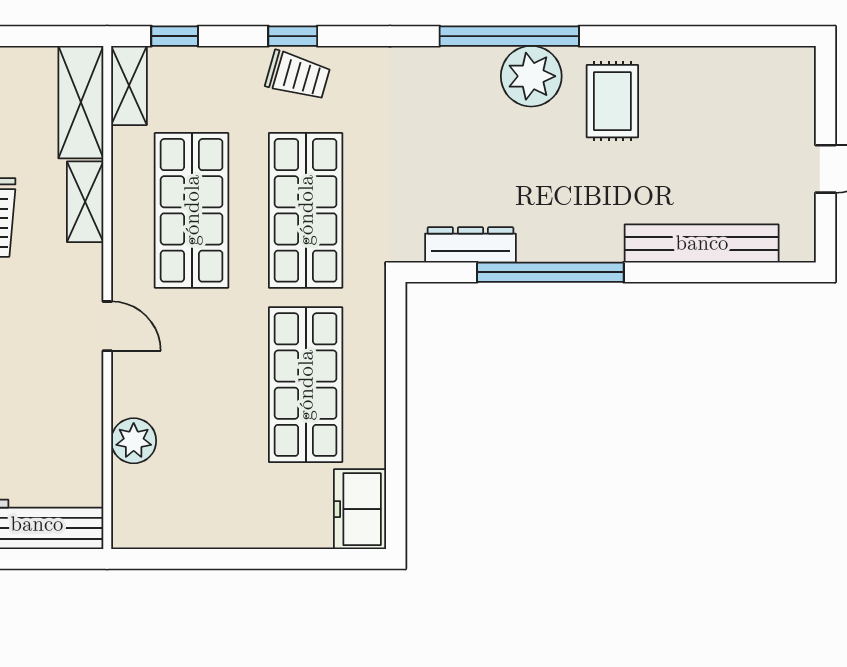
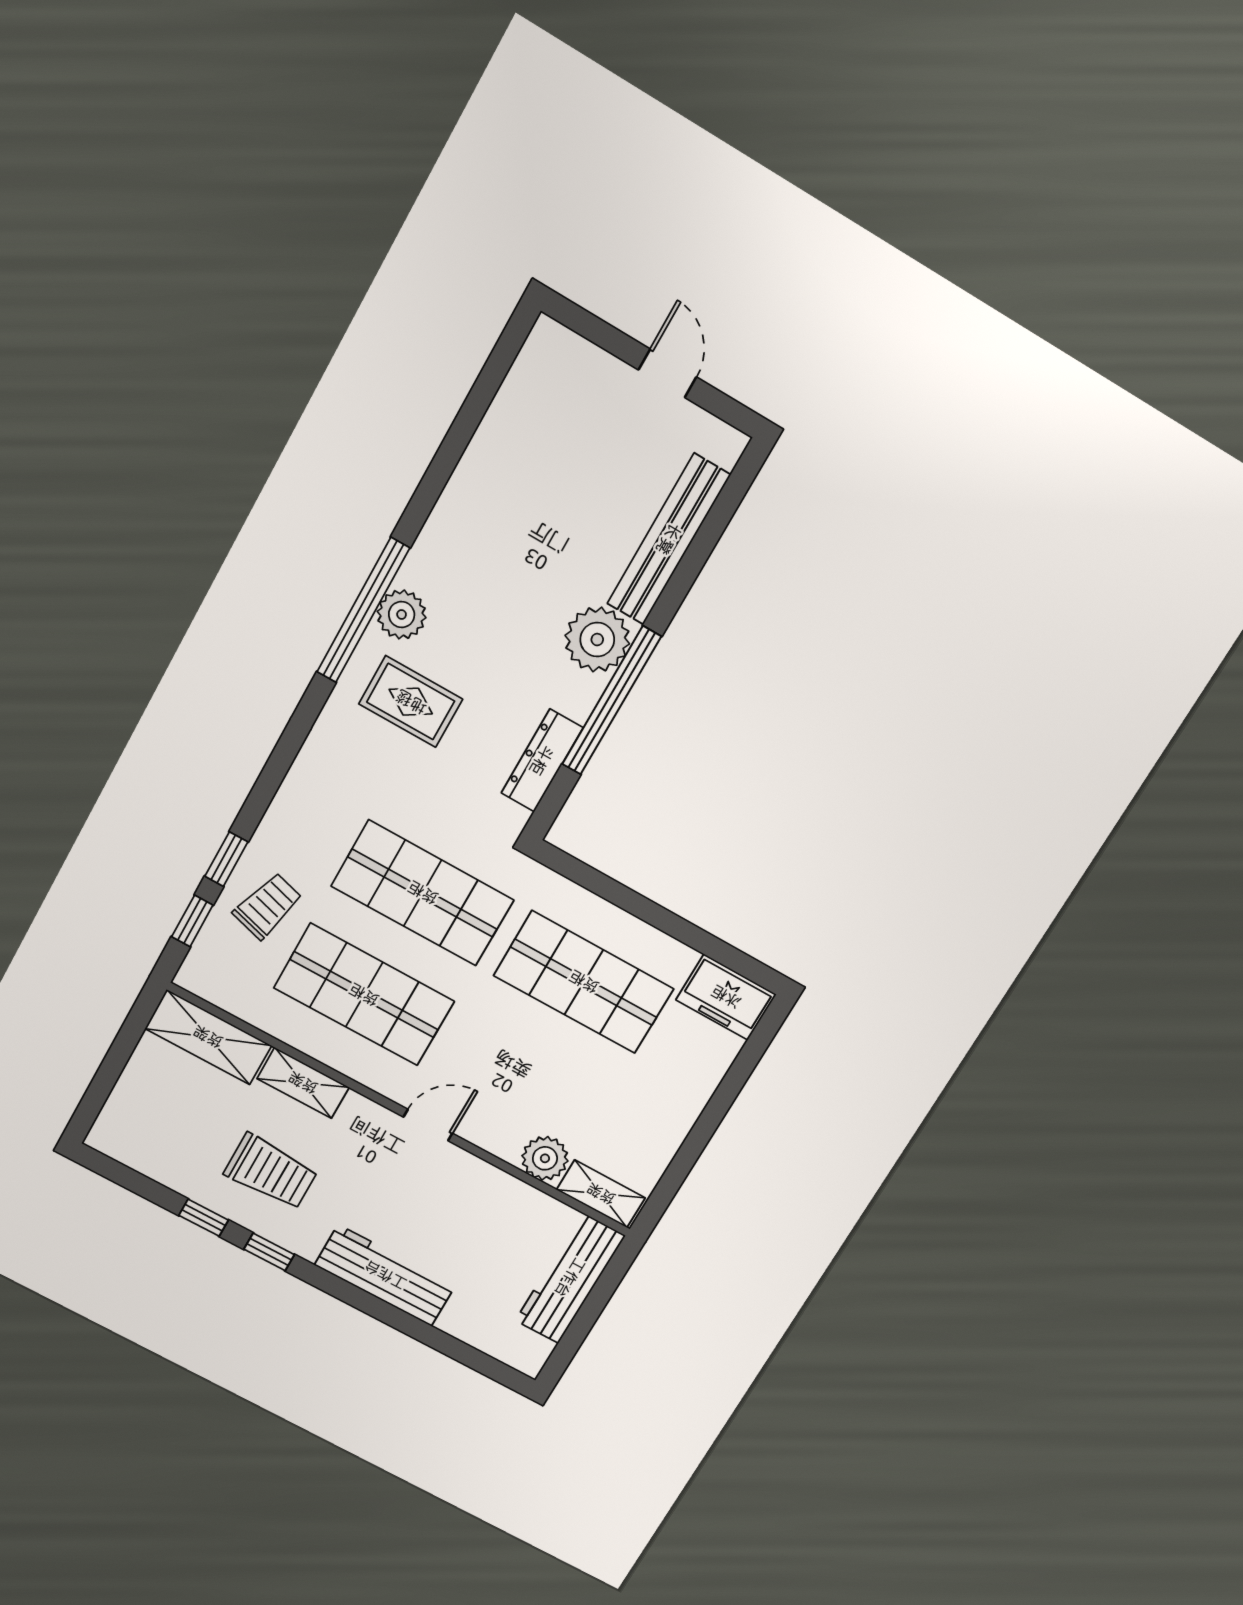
window: (293, 36) -> (226, 859), moved
trolley: (298, 76) -> (268, 906), moved
plant: (531, 76) -> (402, 615), width x0.73, depth x0.73
shelving: (129, 85) -> (601, 1194), moved
rug: (612, 101) -> (411, 702), moved
plant: (592, 233) -> (597, 640), added

